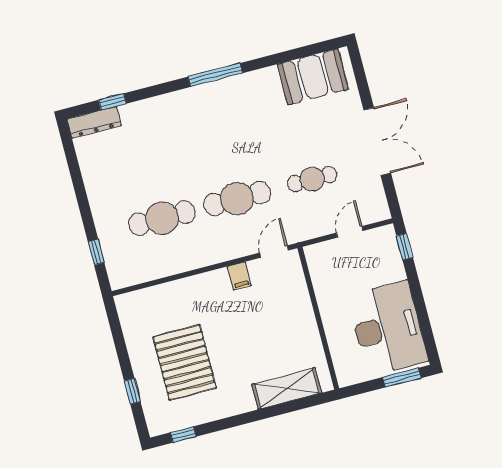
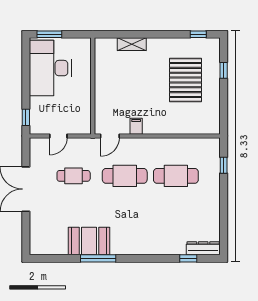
window: (215, 75) -> (98, 258), moved
booth: (313, 77) -> (89, 241), moved
shelving: (287, 389) -> (132, 44), width x0.67, depth x0.75

